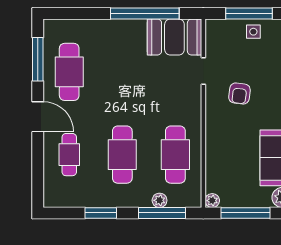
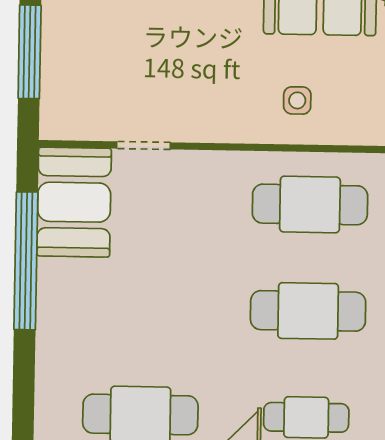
side table: (253, 32) -> (297, 100), moved
armchair: (239, 93) -> (190, 74), removed

